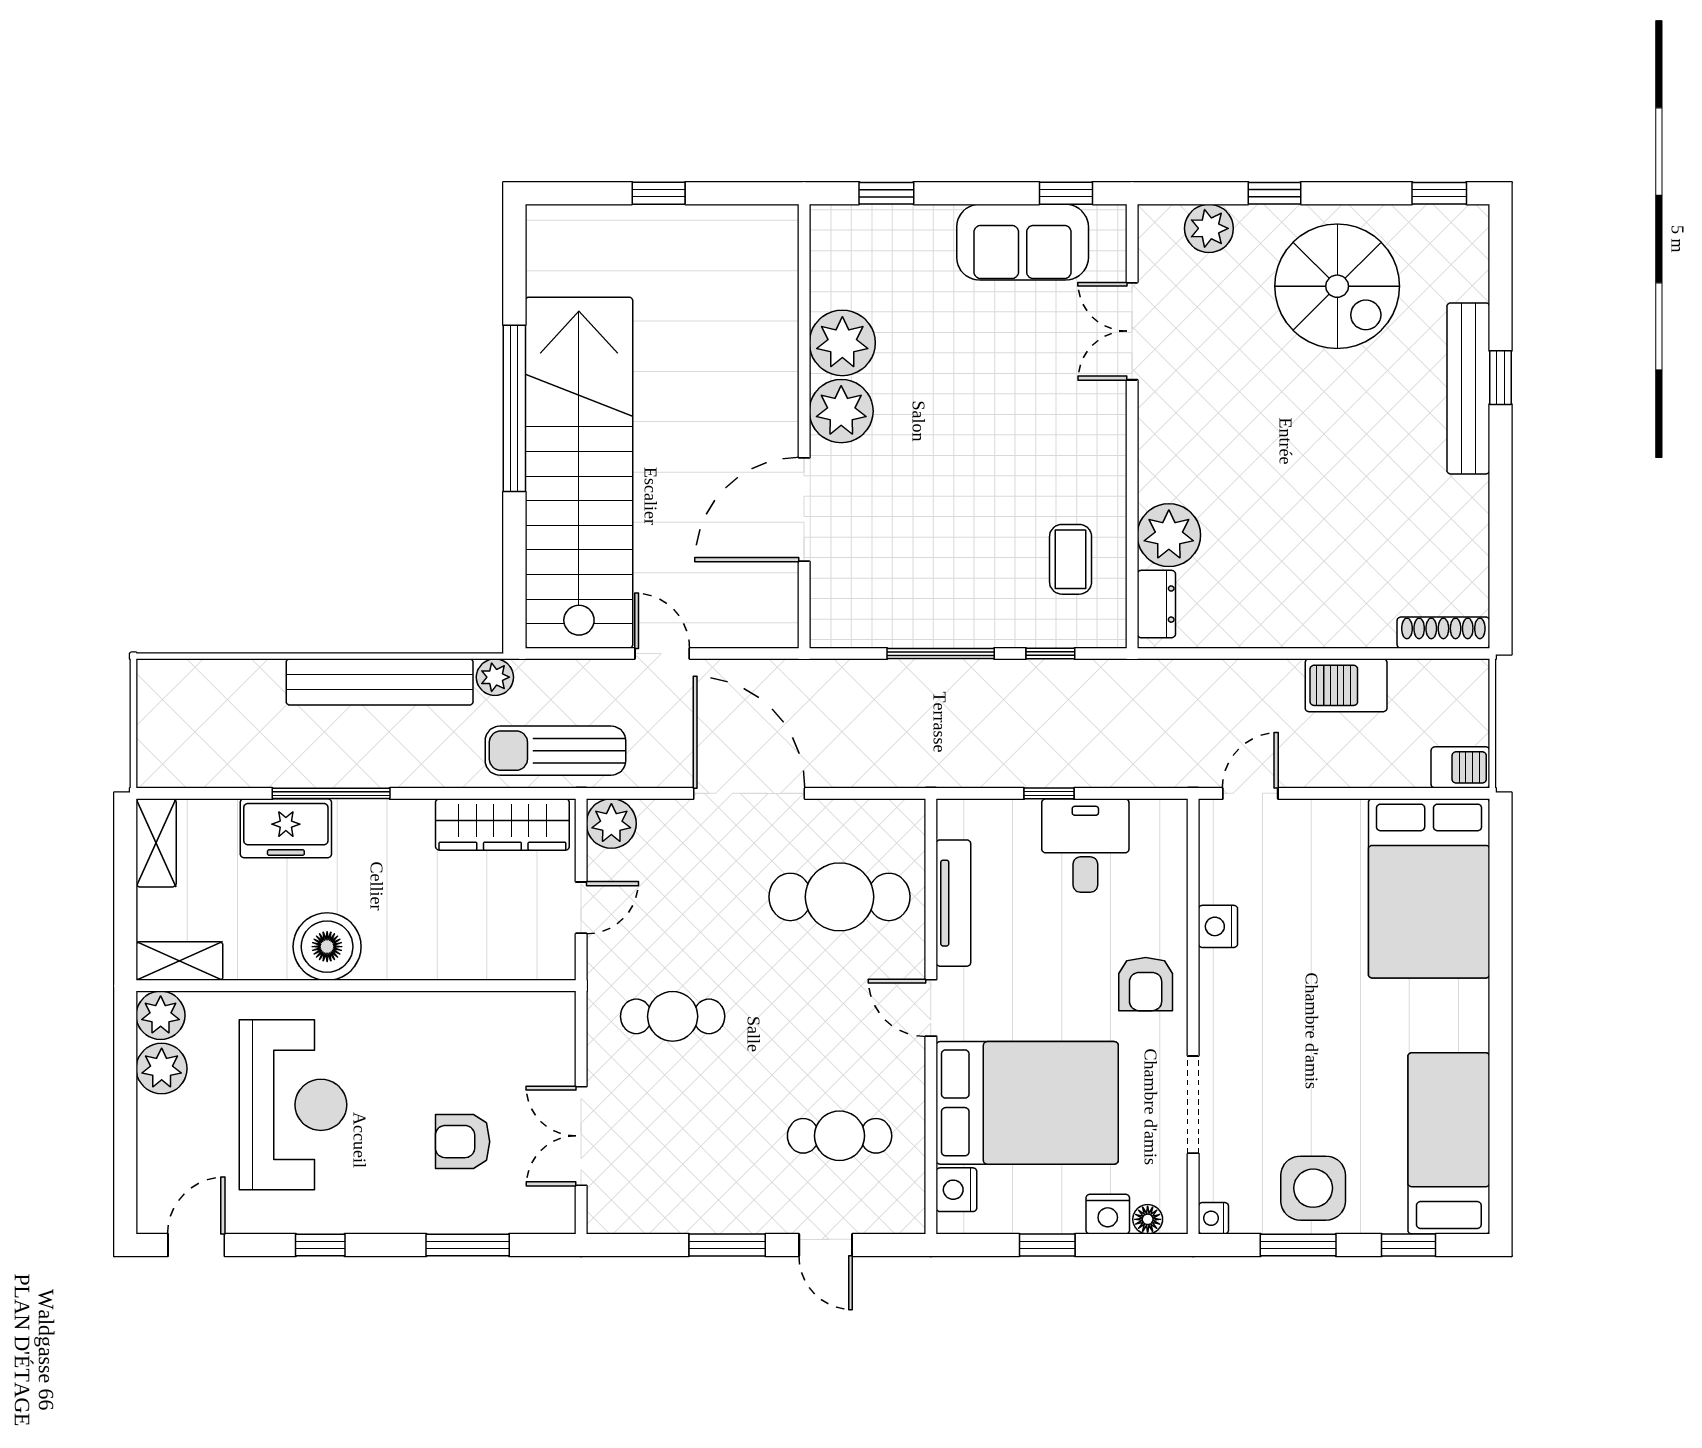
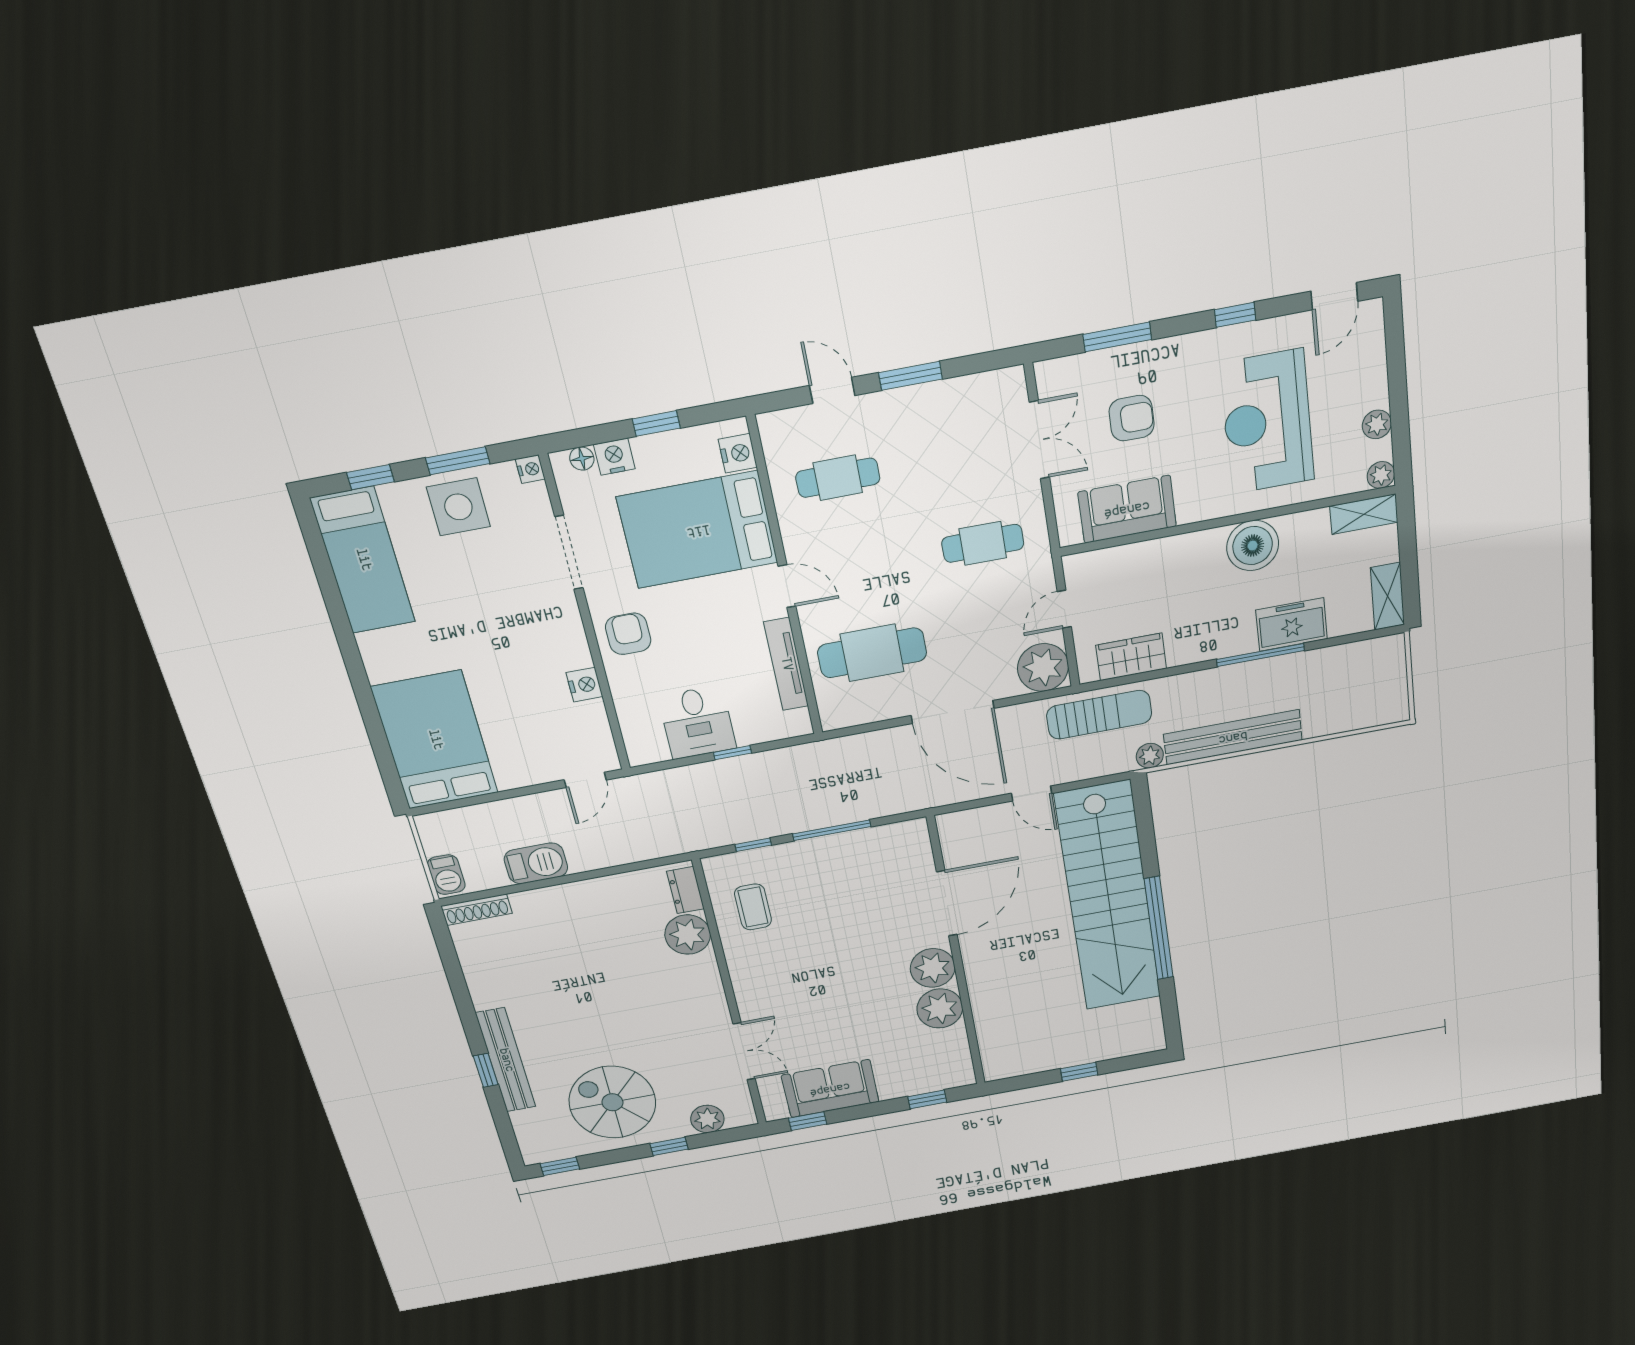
barbecue: (1460, 767) -> (446, 875), moved, turned -90
wardrobe: (502, 824) -> (1131, 657), width x0.67
plant: (611, 824) -> (1043, 667), width x1.36, depth x1.36
plant: (161, 1015) -> (1381, 475), width x0.73, depth x0.73
sofa: (483, 1026) -> (1127, 509), added
plant: (162, 1069) -> (1377, 424), width x0.73, depth x0.73

